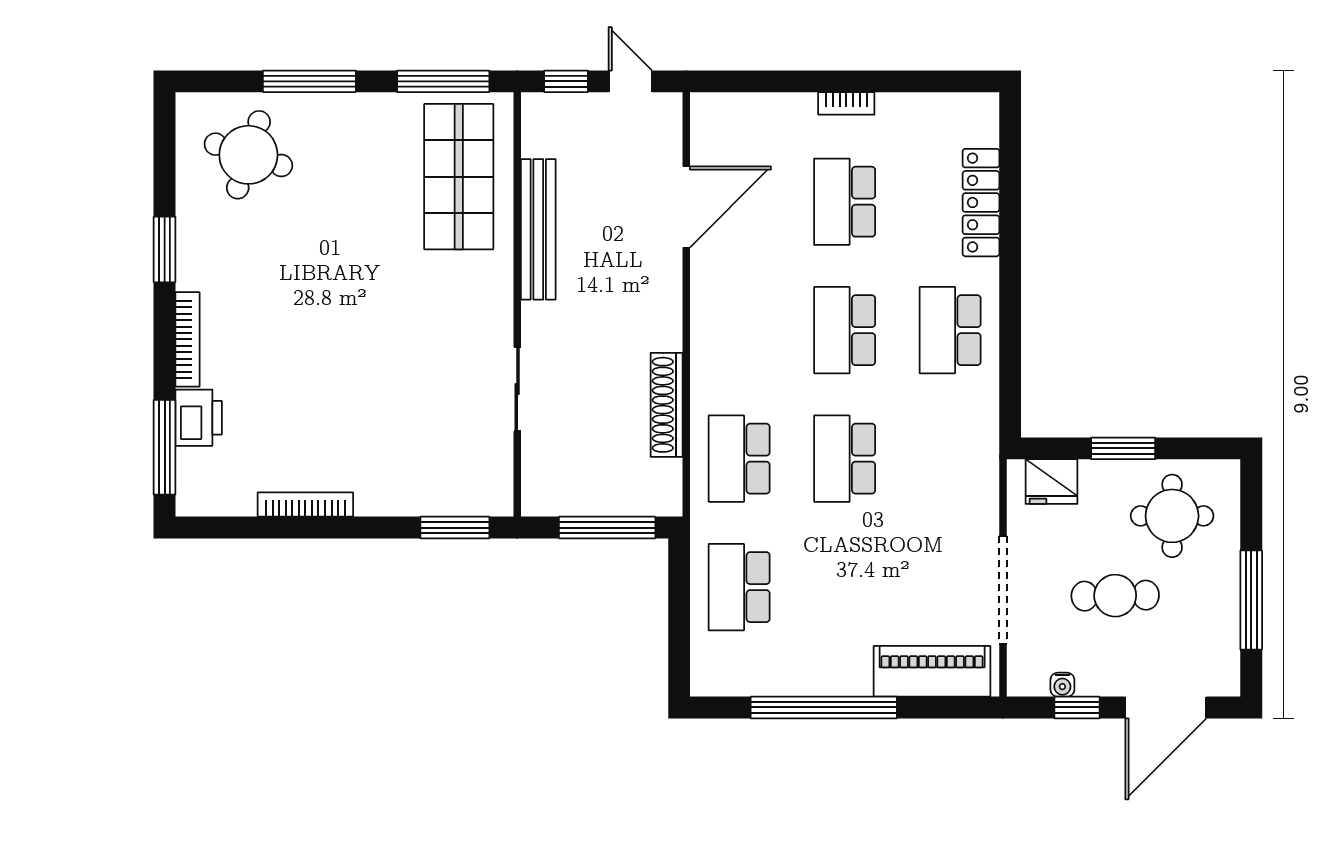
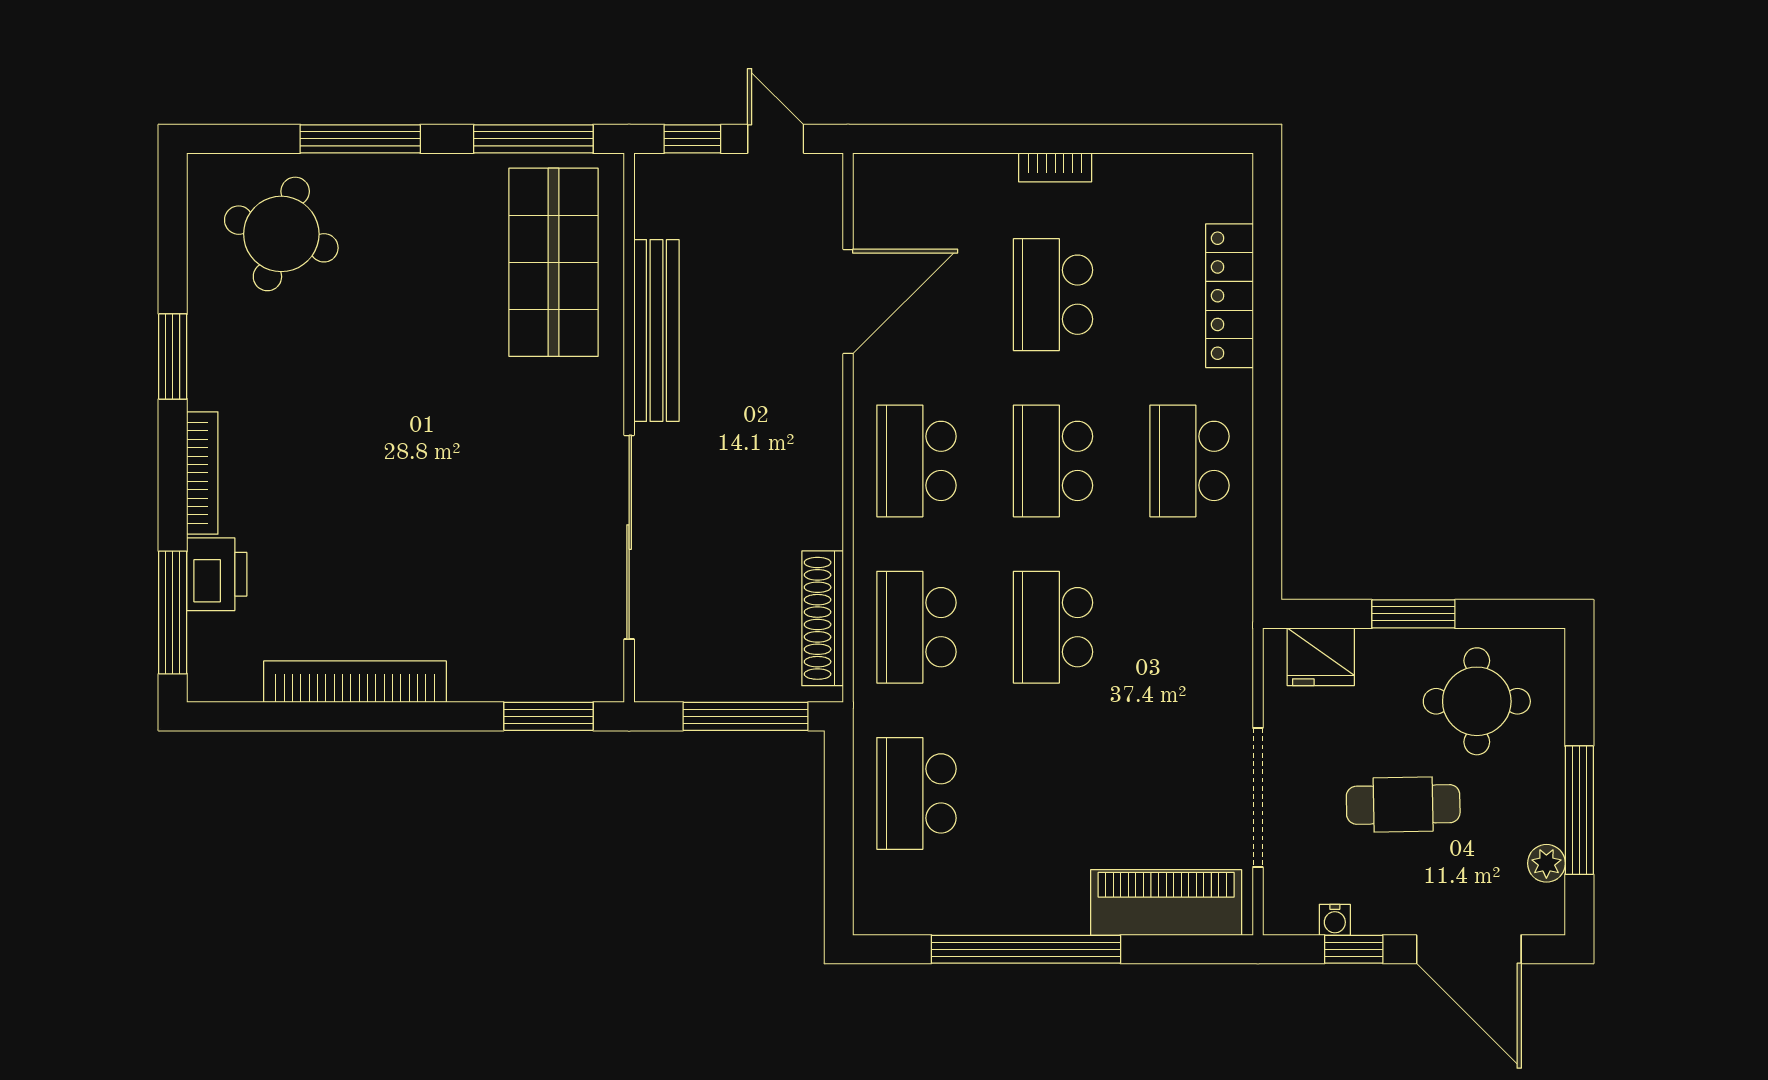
school desk: (739, 330) -> (916, 461), added
sliding door: (517, 389) -> (629, 537), width x1.86
shoe rack: (667, 405) -> (823, 618), moved
bookcase: (305, 505) -> (355, 682), width x1.48, depth x1.31
plant: (1226, 641) -> (1546, 863), added
door: (1166, 707) -> (1469, 949), hinge flipped

